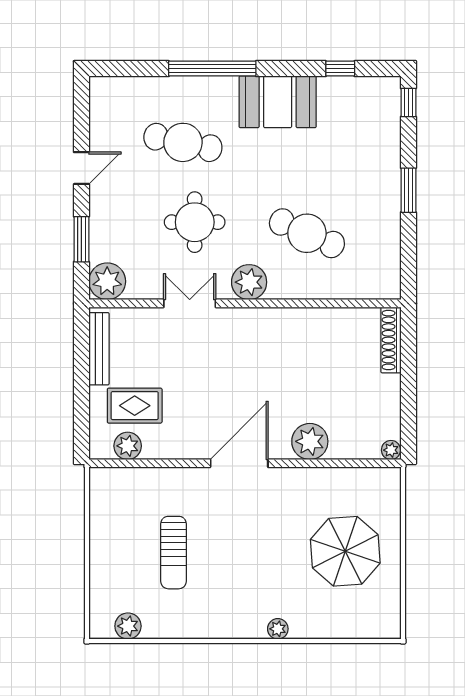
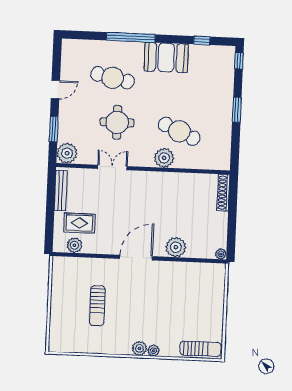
plant: (249, 282) -> (164, 158), moved
parasol: (345, 551) -> (193, 309), removed
sun lounger: (362, 622) -> (200, 349), added
plant: (128, 626) -> (139, 348), moved

